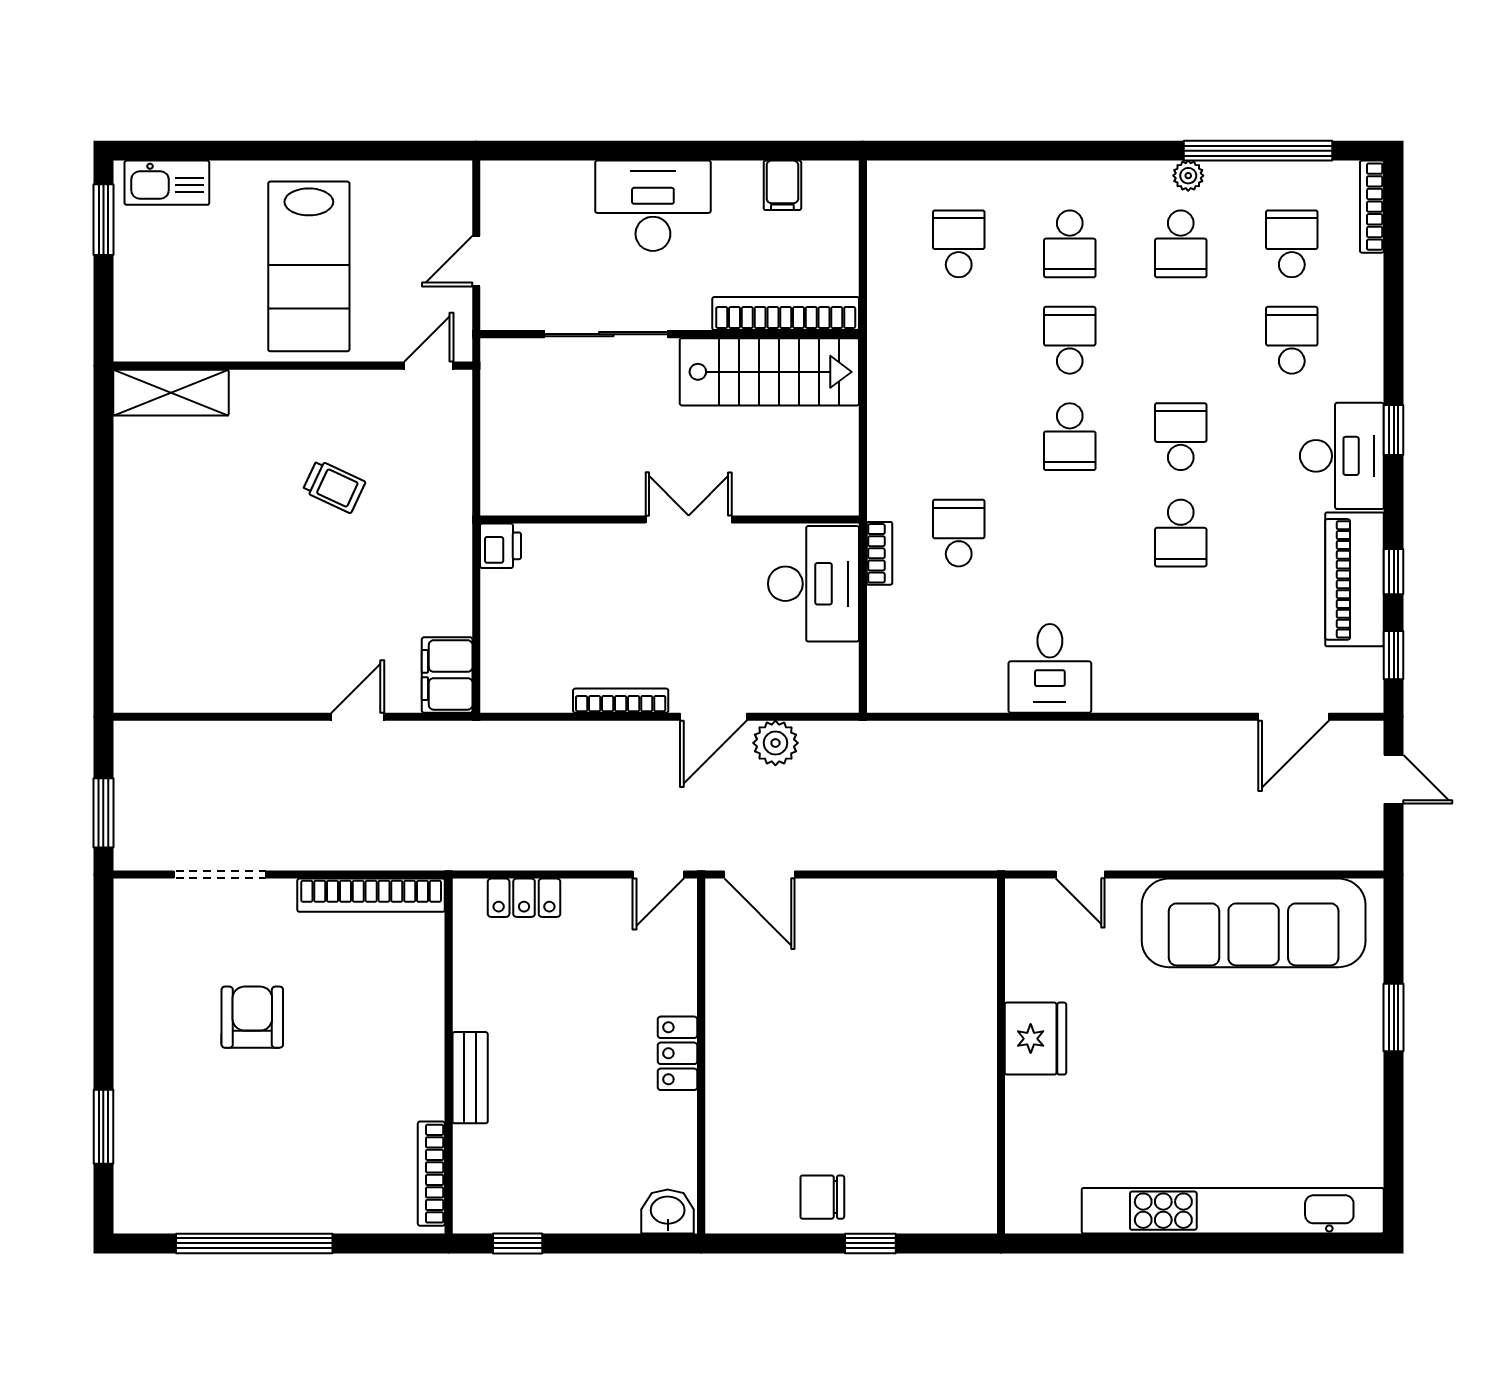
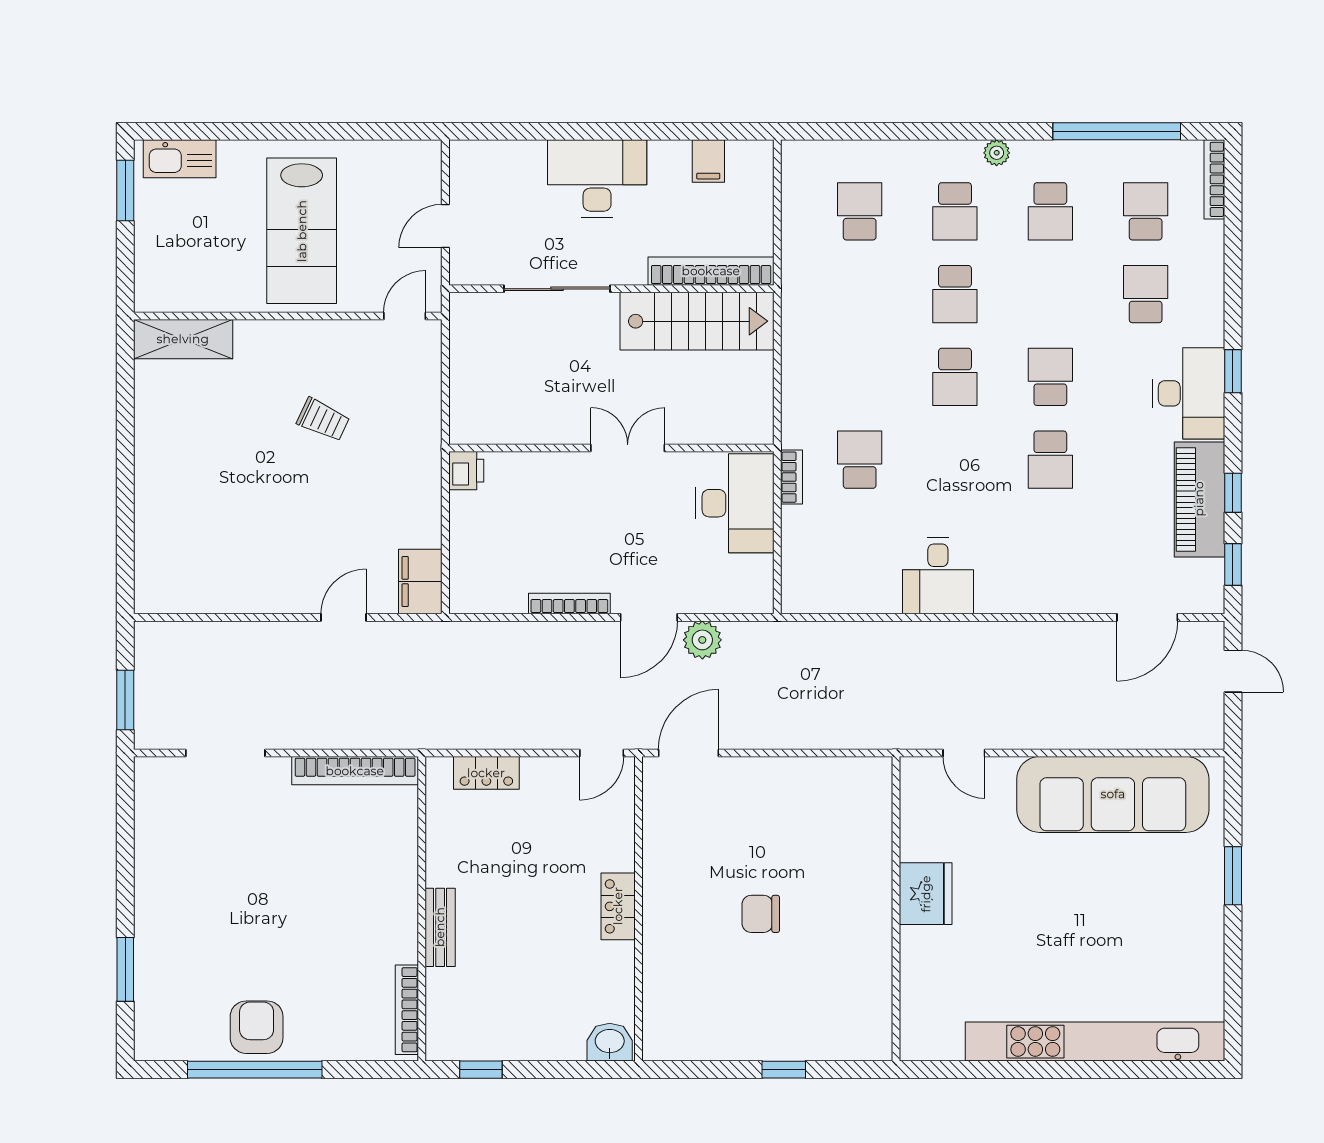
plant: (1188, 176) -> (997, 153), moved
school desk: (1070, 340) -> (955, 294), turned 180
door: (759, 875) -> (689, 753), swing flipped
armchair: (252, 1017) -> (257, 1027), moved
chair: (822, 1197) -> (761, 914), moved

